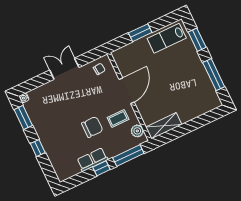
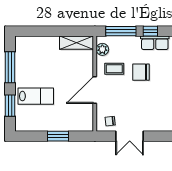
lab bench: (167, 38) -> (36, 96), moved
double door: (64, 69) -> (130, 136), moved

